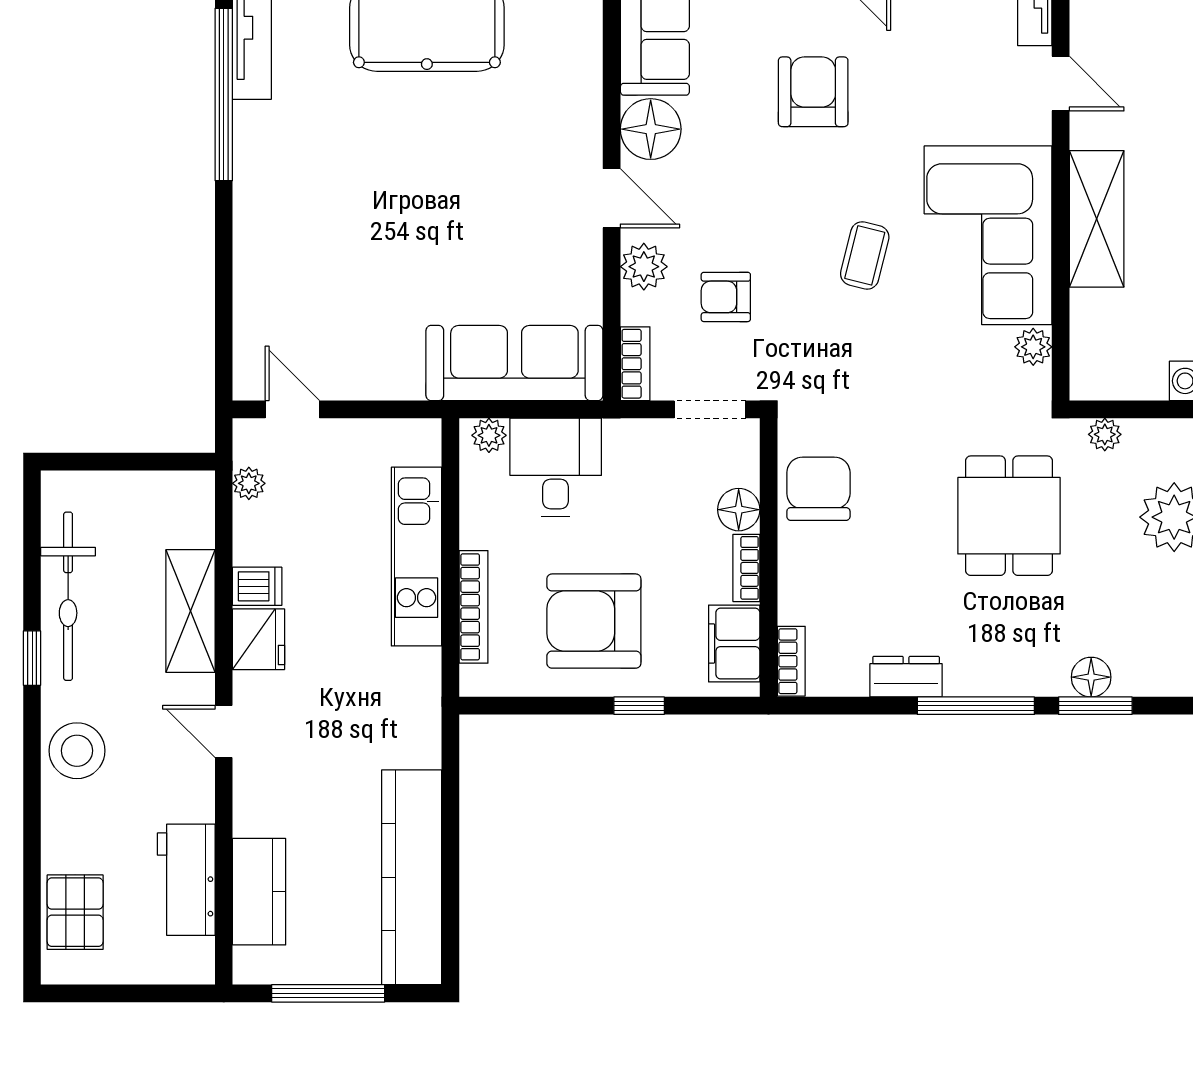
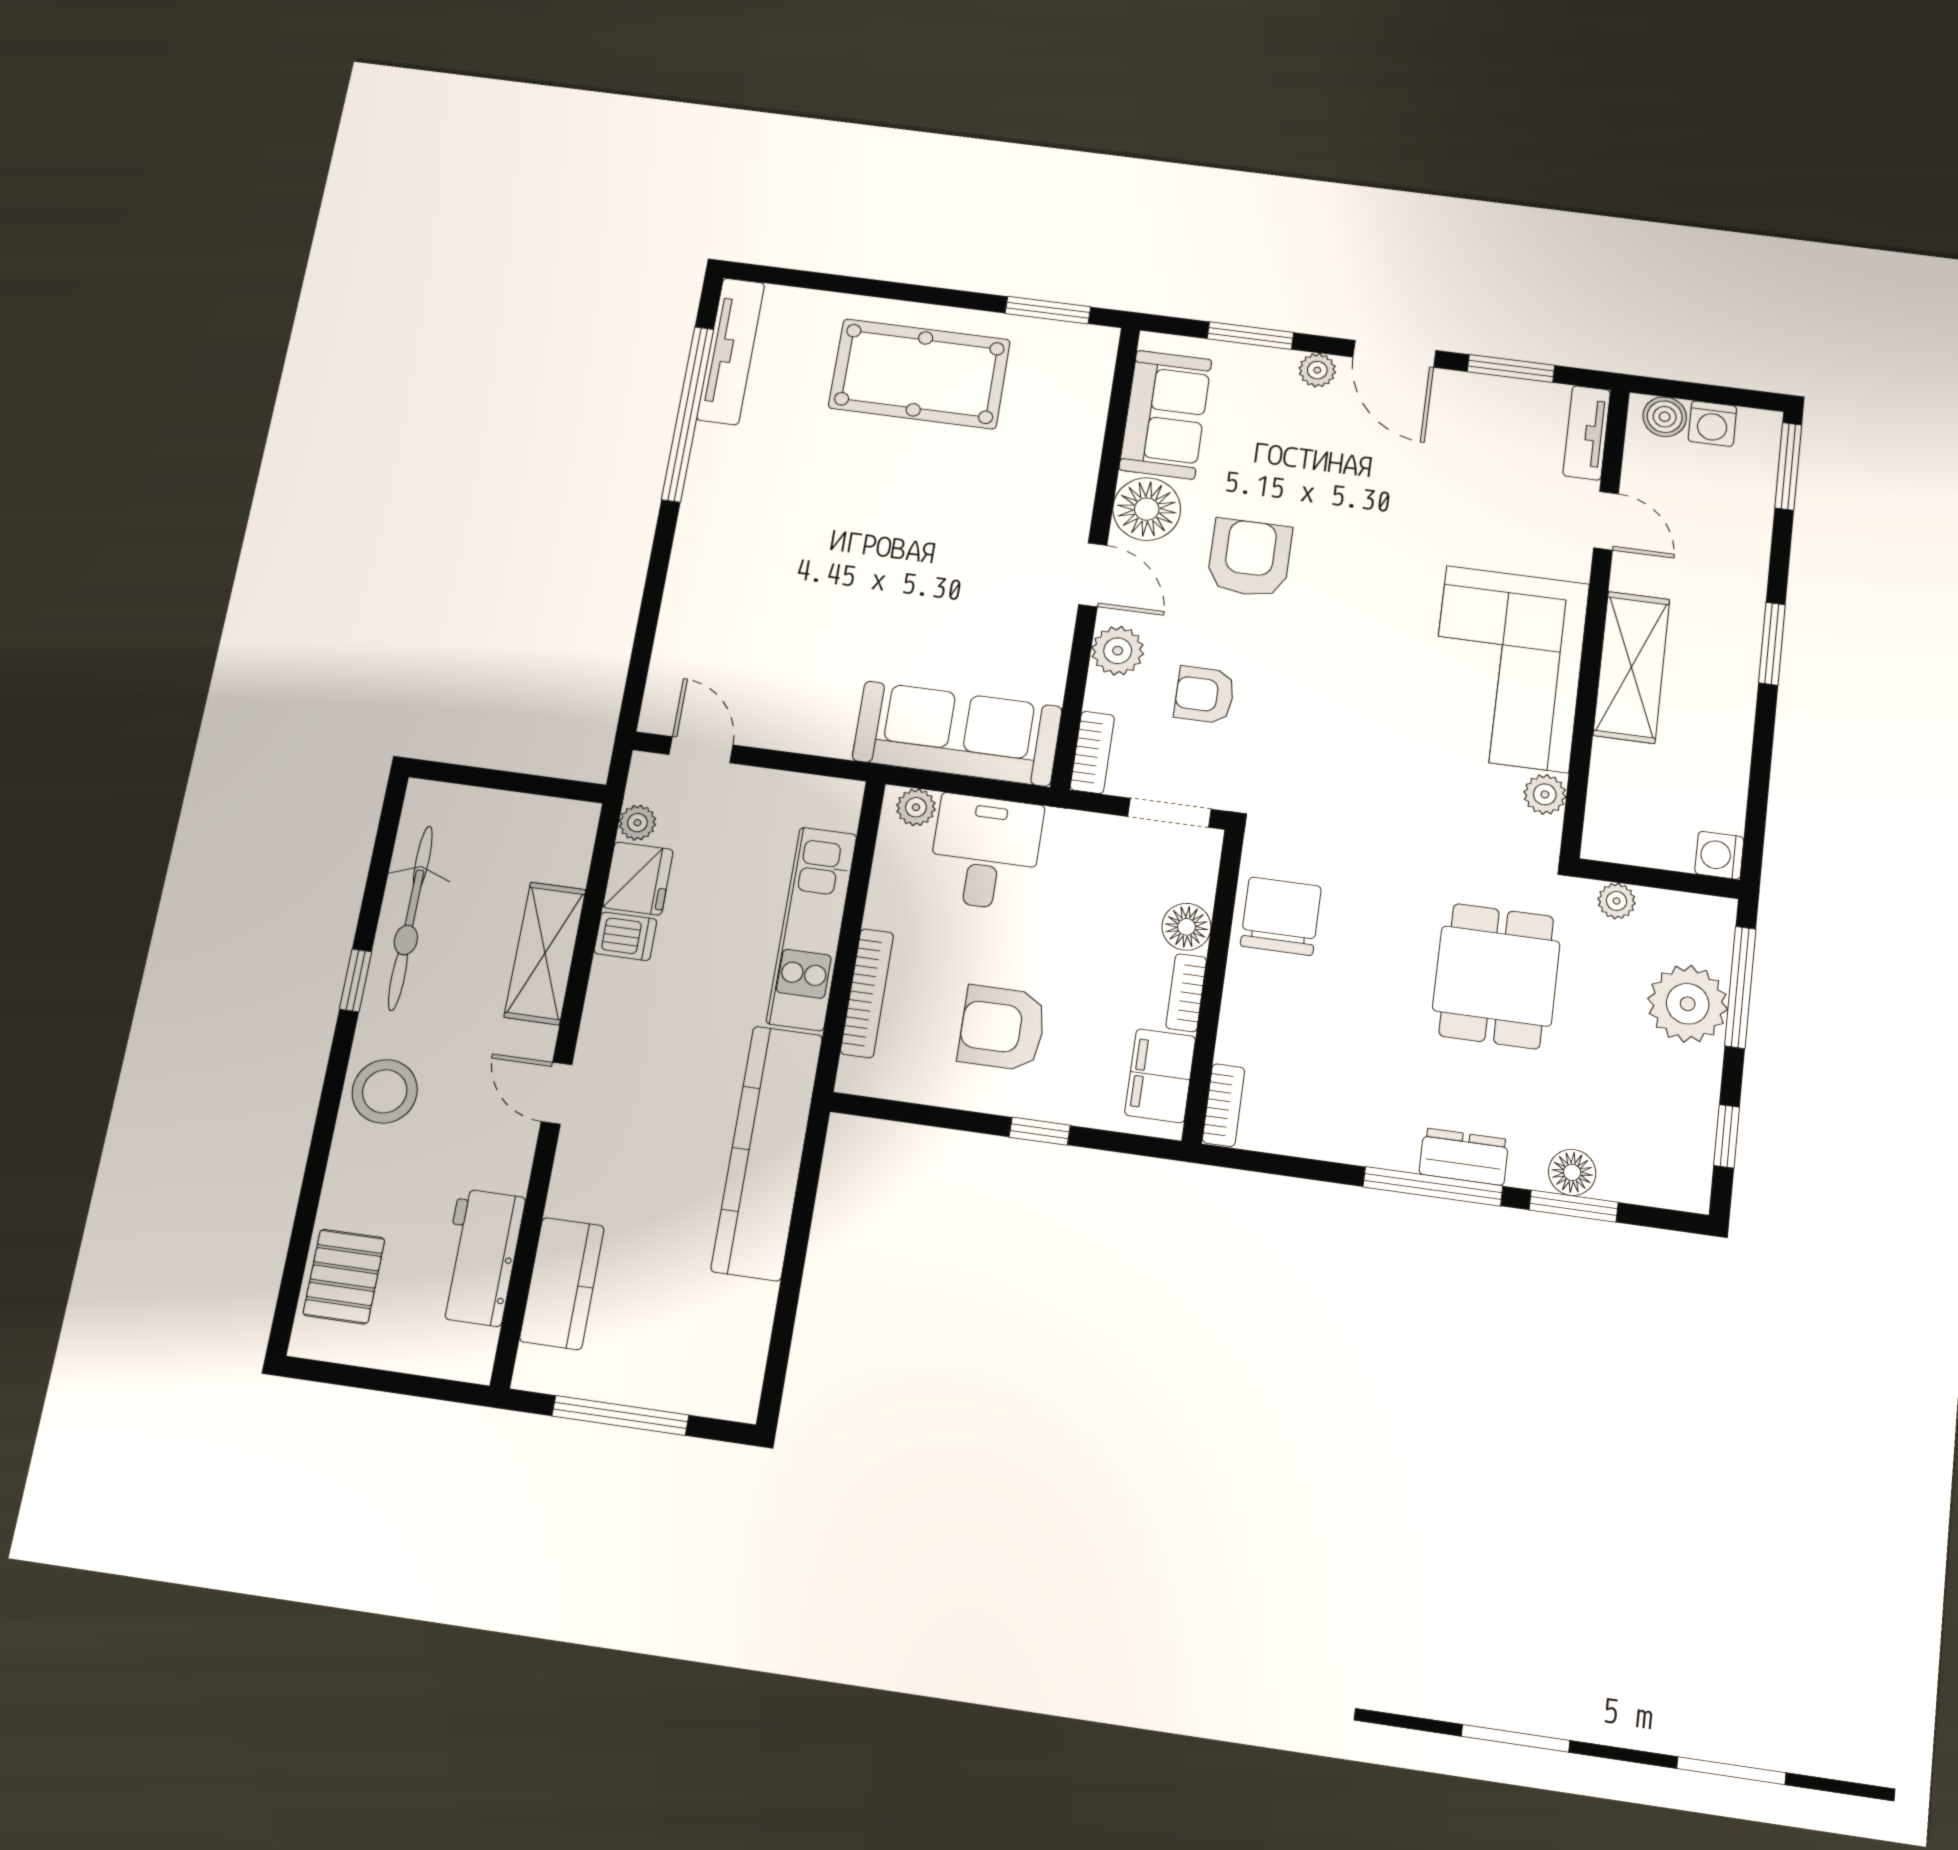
armchair: (813, 92) -> (1250, 558), moved
coffee table: (865, 255) -> (1366, 672), removed
armchair: (594, 621) -> (1002, 1028), width x0.73, depth x0.73
fridge: (259, 639) -> (638, 879), moved
dresser: (906, 677) -> (1464, 1157), moved
kitchen counter: (412, 877) -> (767, 1152), moved

